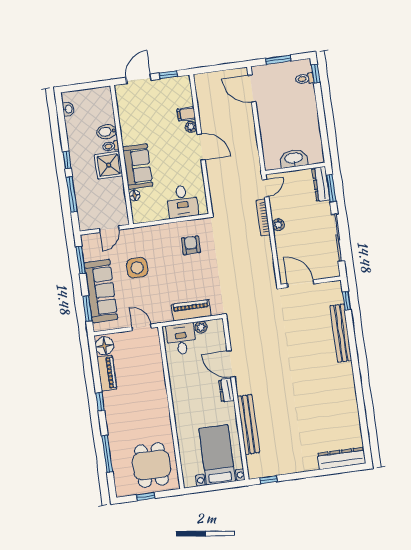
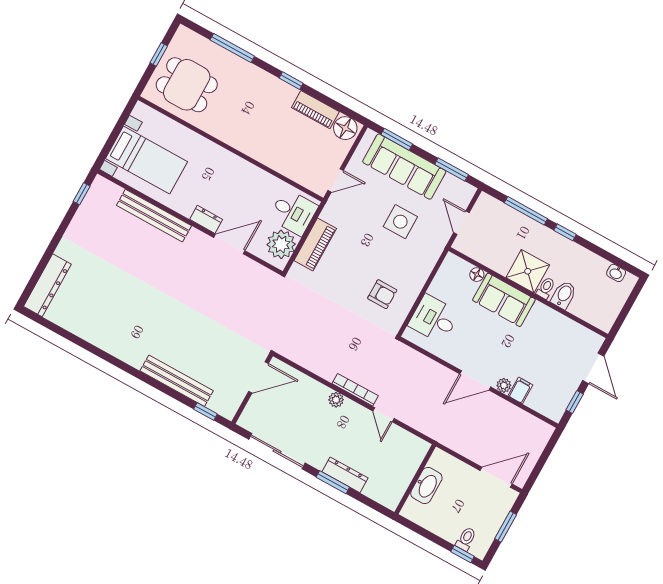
washbasin: (294, 159) -> (426, 485), moved
wall: (295, 169) -> (415, 479), moved
plant: (201, 327) -> (281, 244), width x1.88, depth x1.88

